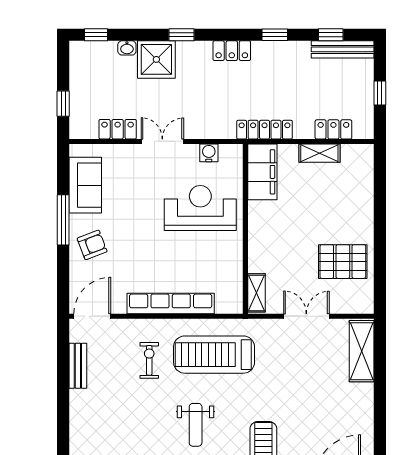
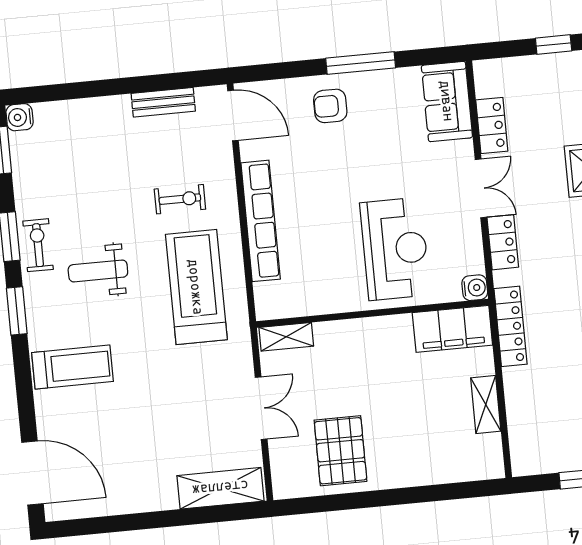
window: (63, 104) -> (554, 44), moved
locker: (333, 129) -> (503, 242), moved
water cooler: (209, 153) -> (475, 288), moved
sofa: (85, 185) -> (447, 101), moved, turned 90
armchair: (92, 245) -> (330, 106), turned 111

